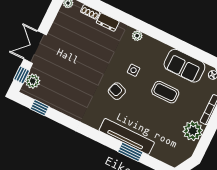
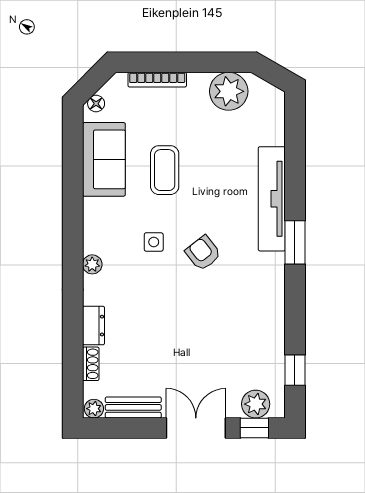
bench: (59, 22) -> (133, 407), added
double door: (35, 47) -> (196, 428), swing flipped
armchair: (117, 91) -> (203, 253), turned 123
plant: (193, 131) -> (229, 91), moved
window: (130, 152) -> (295, 242), moved

